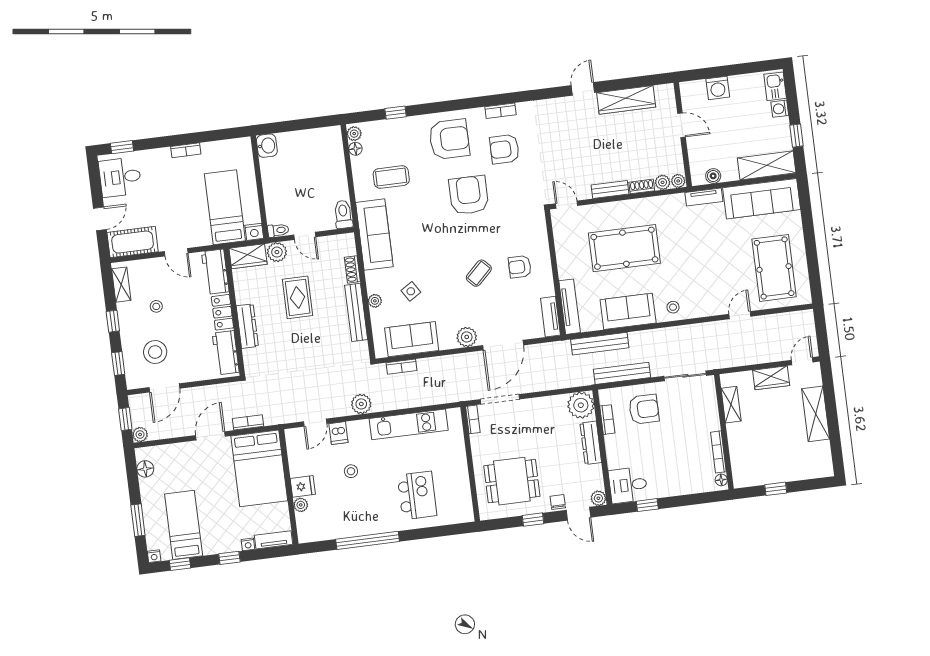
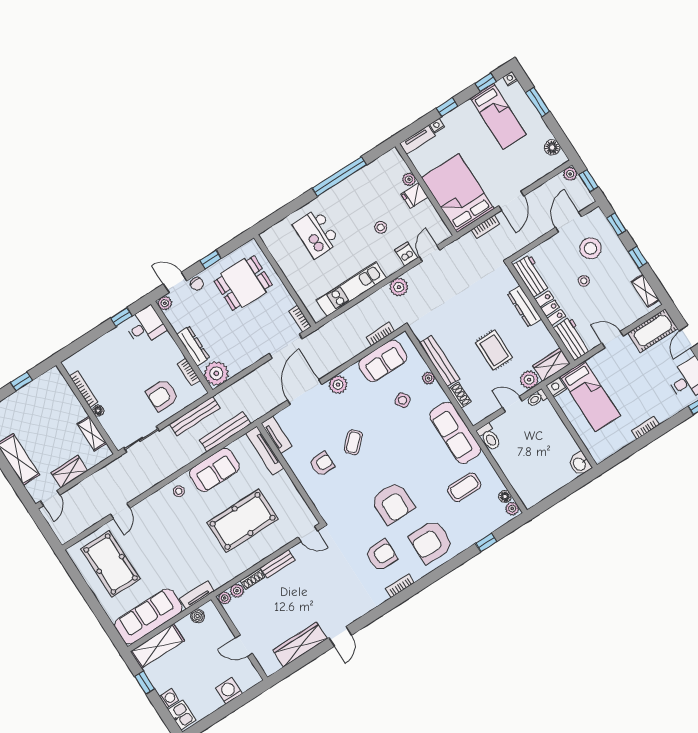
stool: (156, 306) -> (584, 281), moved
floor lamp: (721, 480) -> (98, 411), moved

